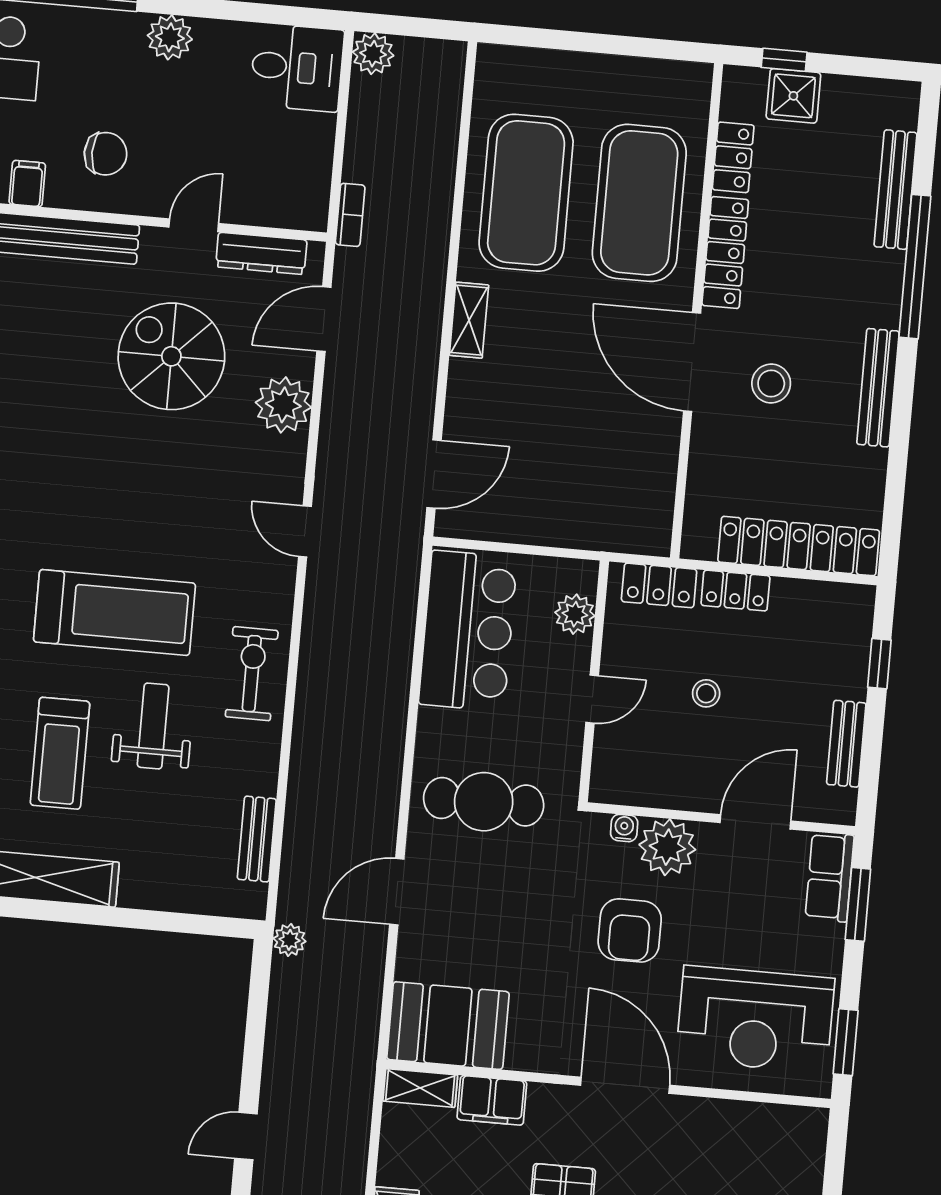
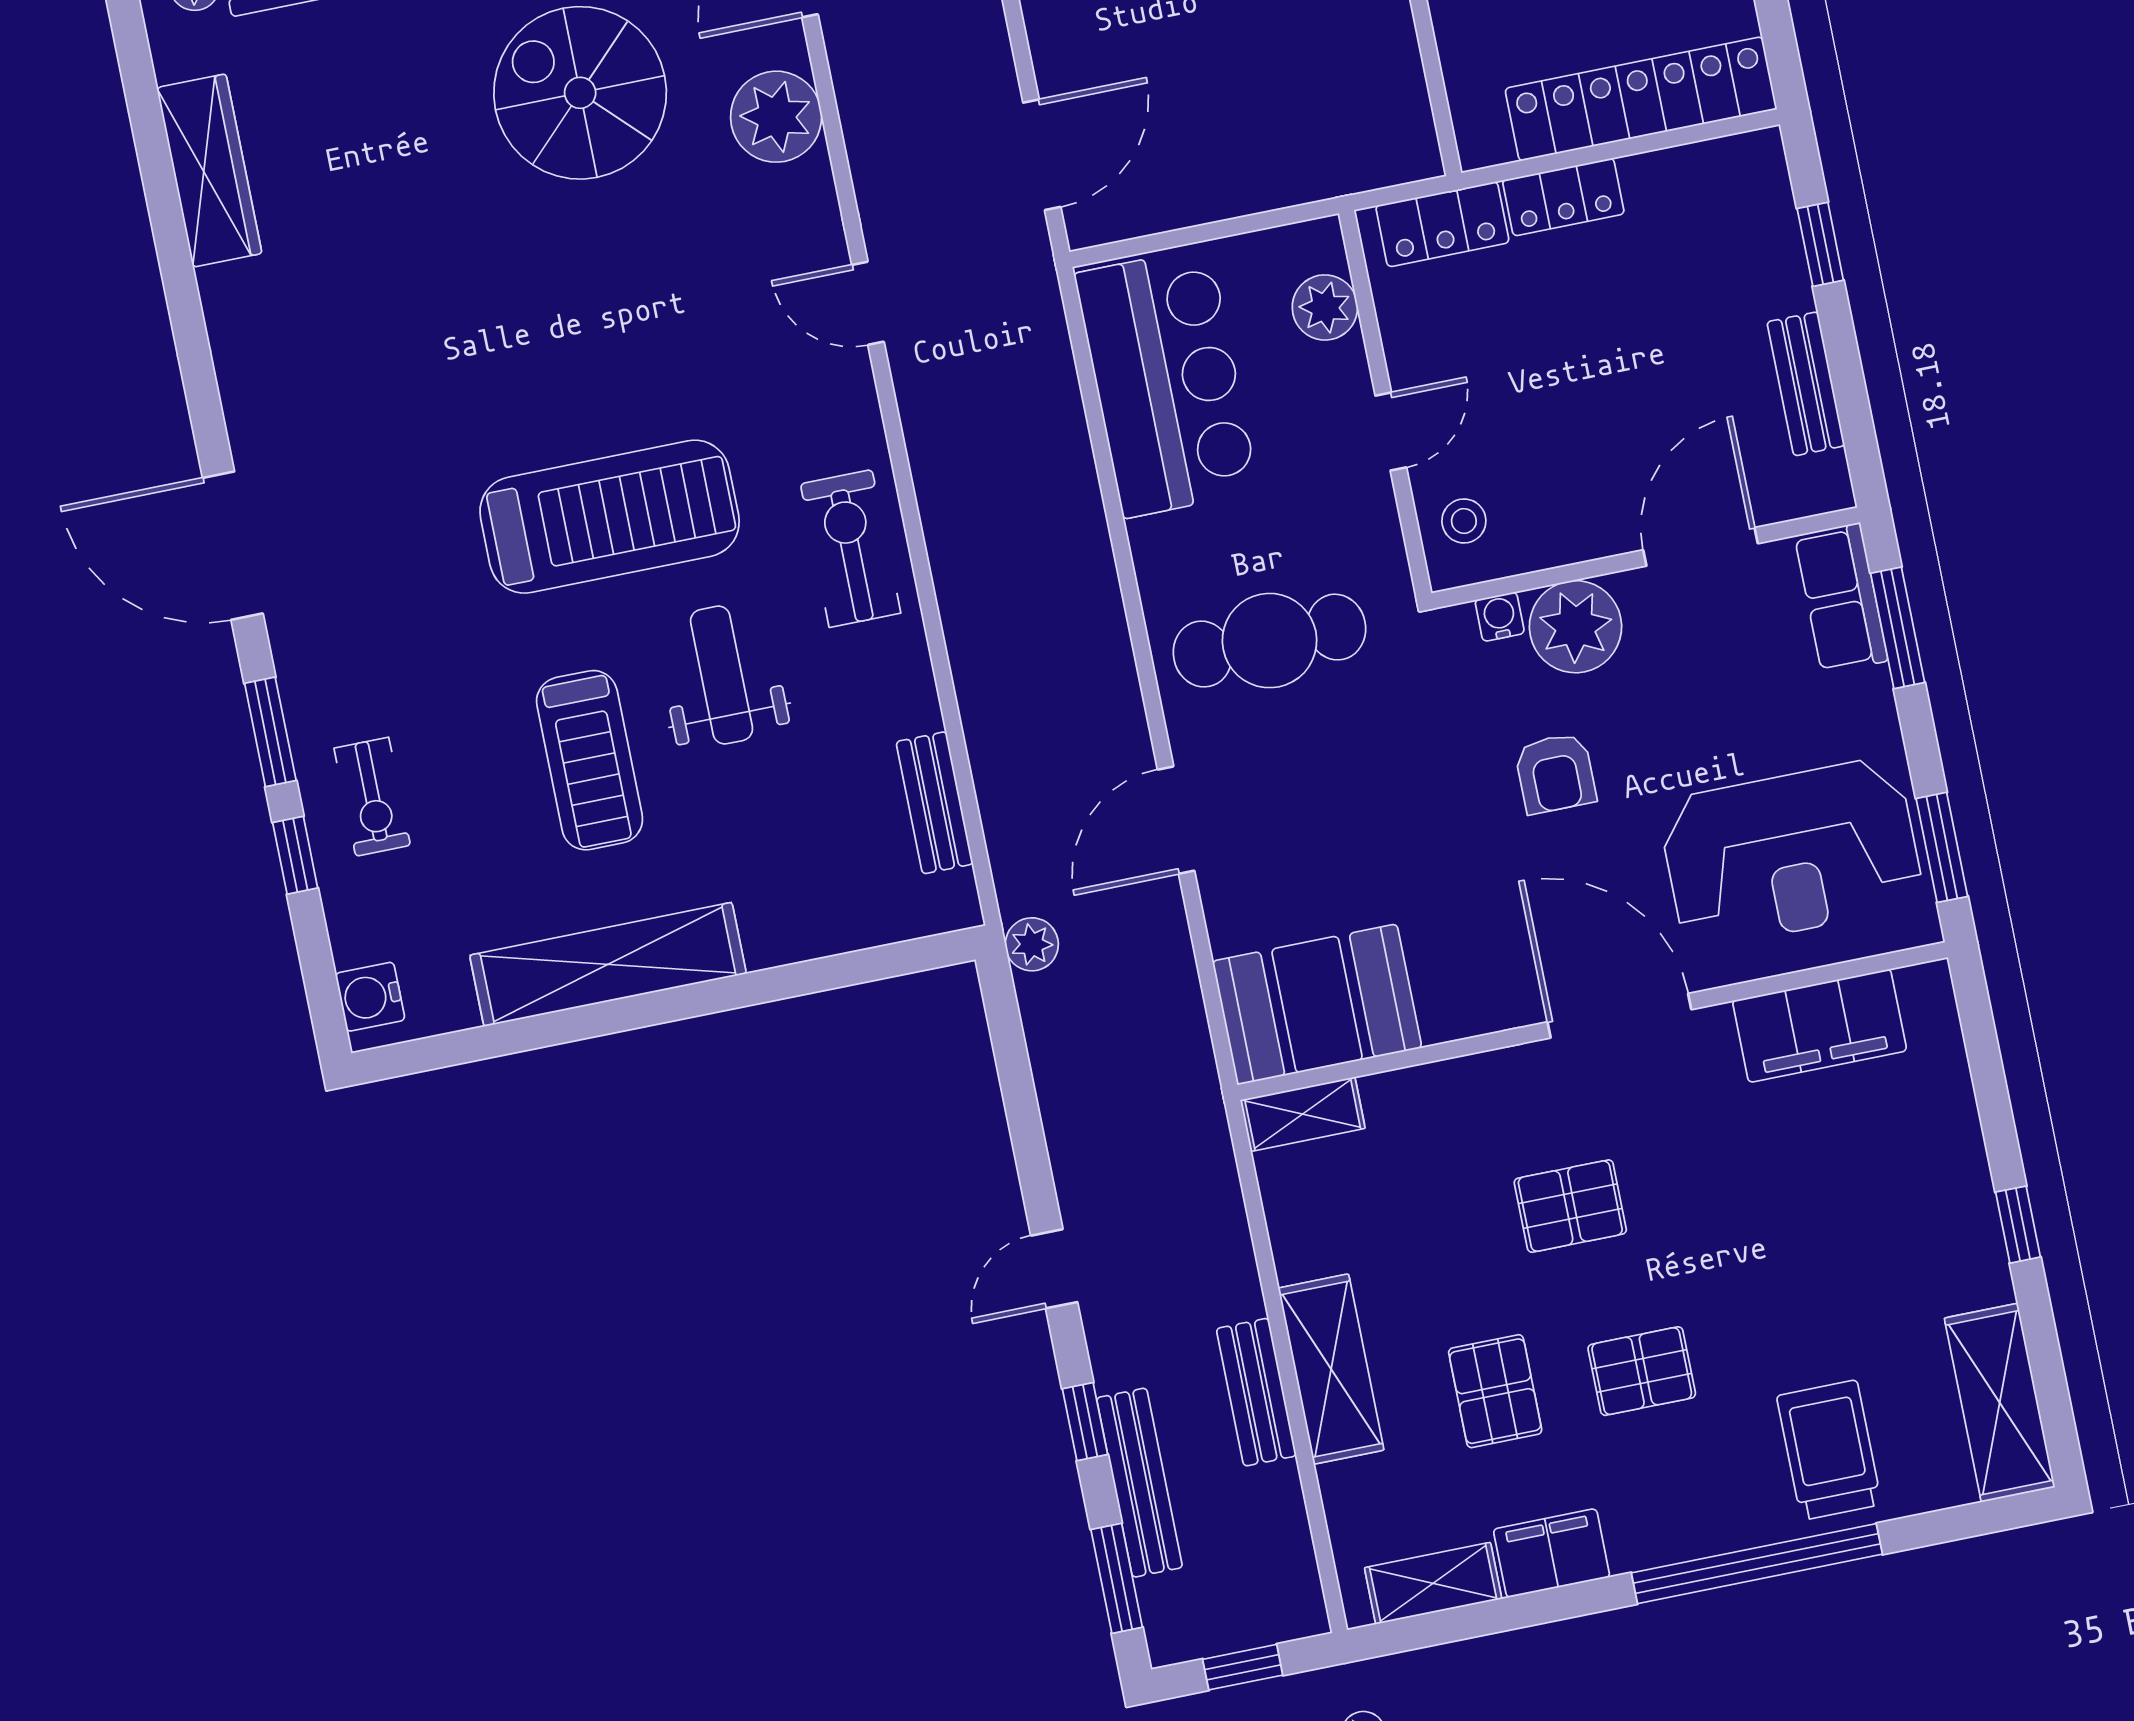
stool: (706, 693) -> (1464, 521), moved
armchair: (630, 930) -> (1555, 773), width x0.72, depth x0.72
filing cabinet: (492, 1100) -> (1820, 1026), moved, width x1.50, depth x1.17

